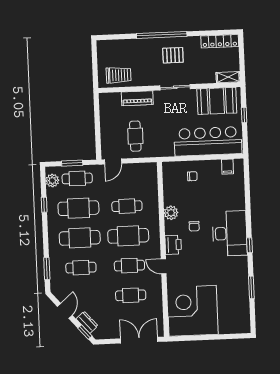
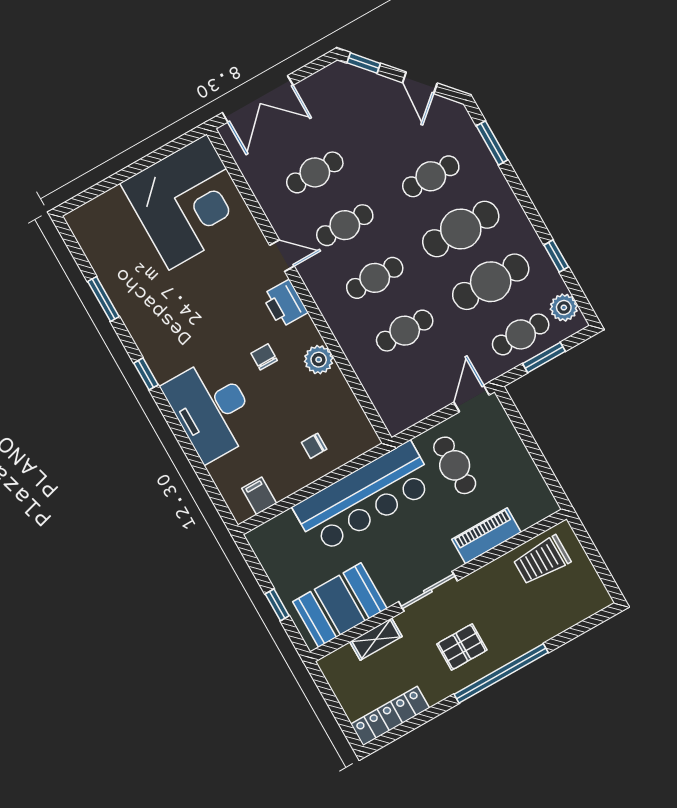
shelving: (228, 77) -> (376, 639), moved
bar counter: (208, 141) -> (364, 497), moved
desk: (230, 233) -> (211, 409), moved
cafe table: (128, 236) -> (375, 278), width x0.73, depth x0.74
dresser: (87, 322) -> (369, 83), removed

